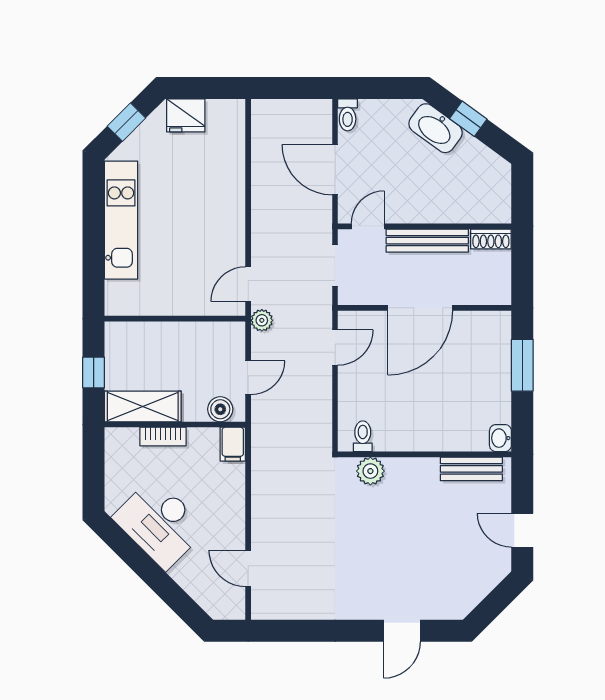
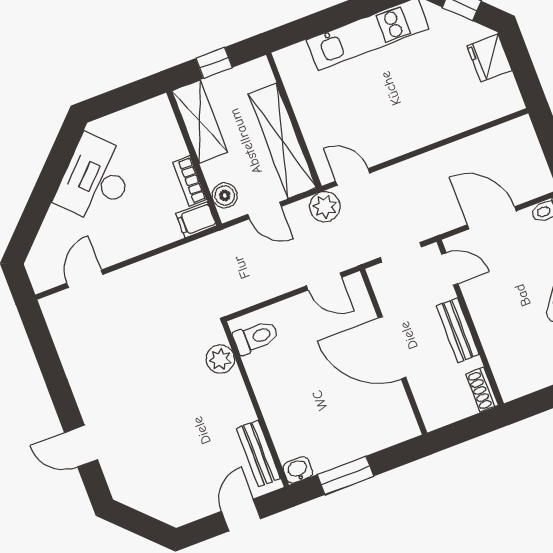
door: (335, 170) -> (492, 218), hinge flipped
bench: (427, 241) -> (458, 330), width x0.73
plant: (262, 320) -> (325, 207), width x1.38, depth x1.38
shelving: (190, 337) -> (282, 141), added
window: (522, 365) -> (345, 475), moved
bookcase: (163, 436) -> (190, 181), moved
toilet: (363, 436) -> (256, 337), width x1.37, depth x1.39
door: (522, 530) -> (241, 515), moved

